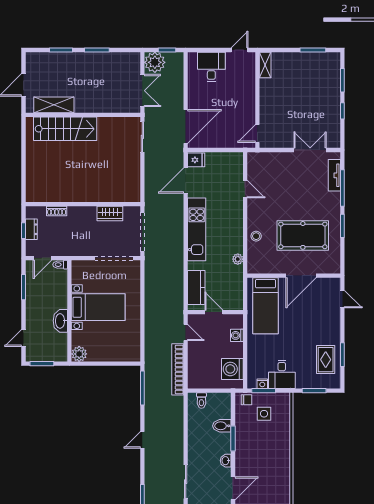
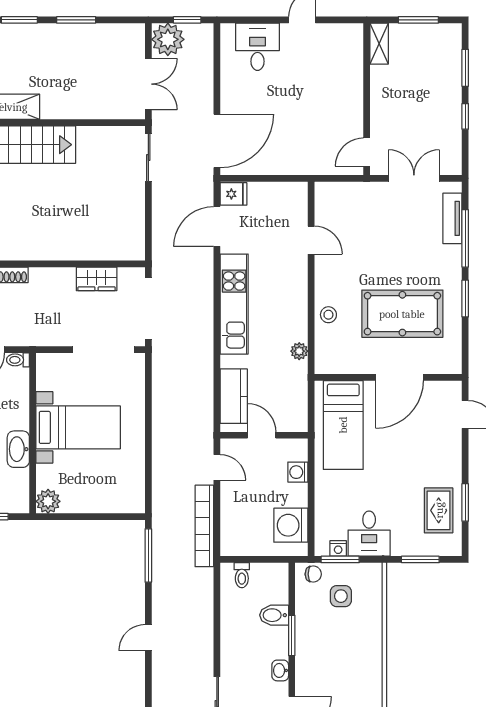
shelving: (265, 65) -> (379, 44), moved
wall: (257, 100) -> (367, 99), moved
door: (257, 133) -> (367, 152), moved

